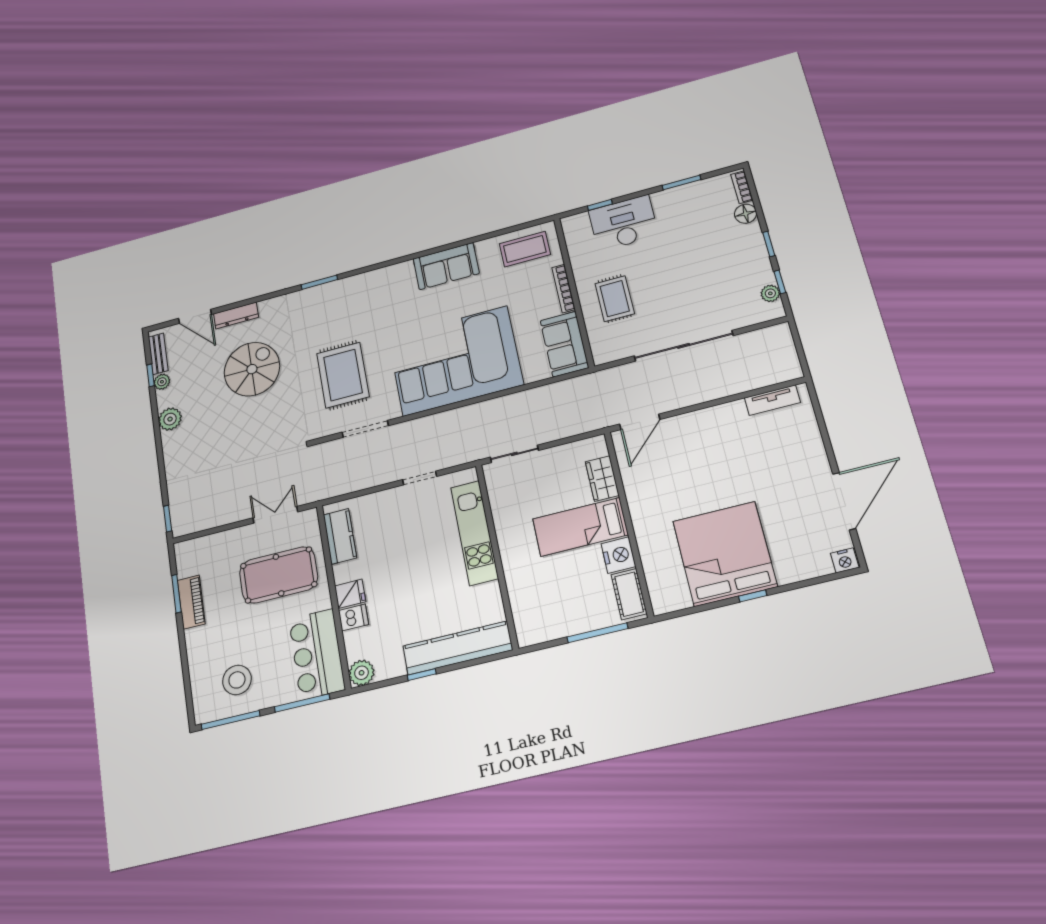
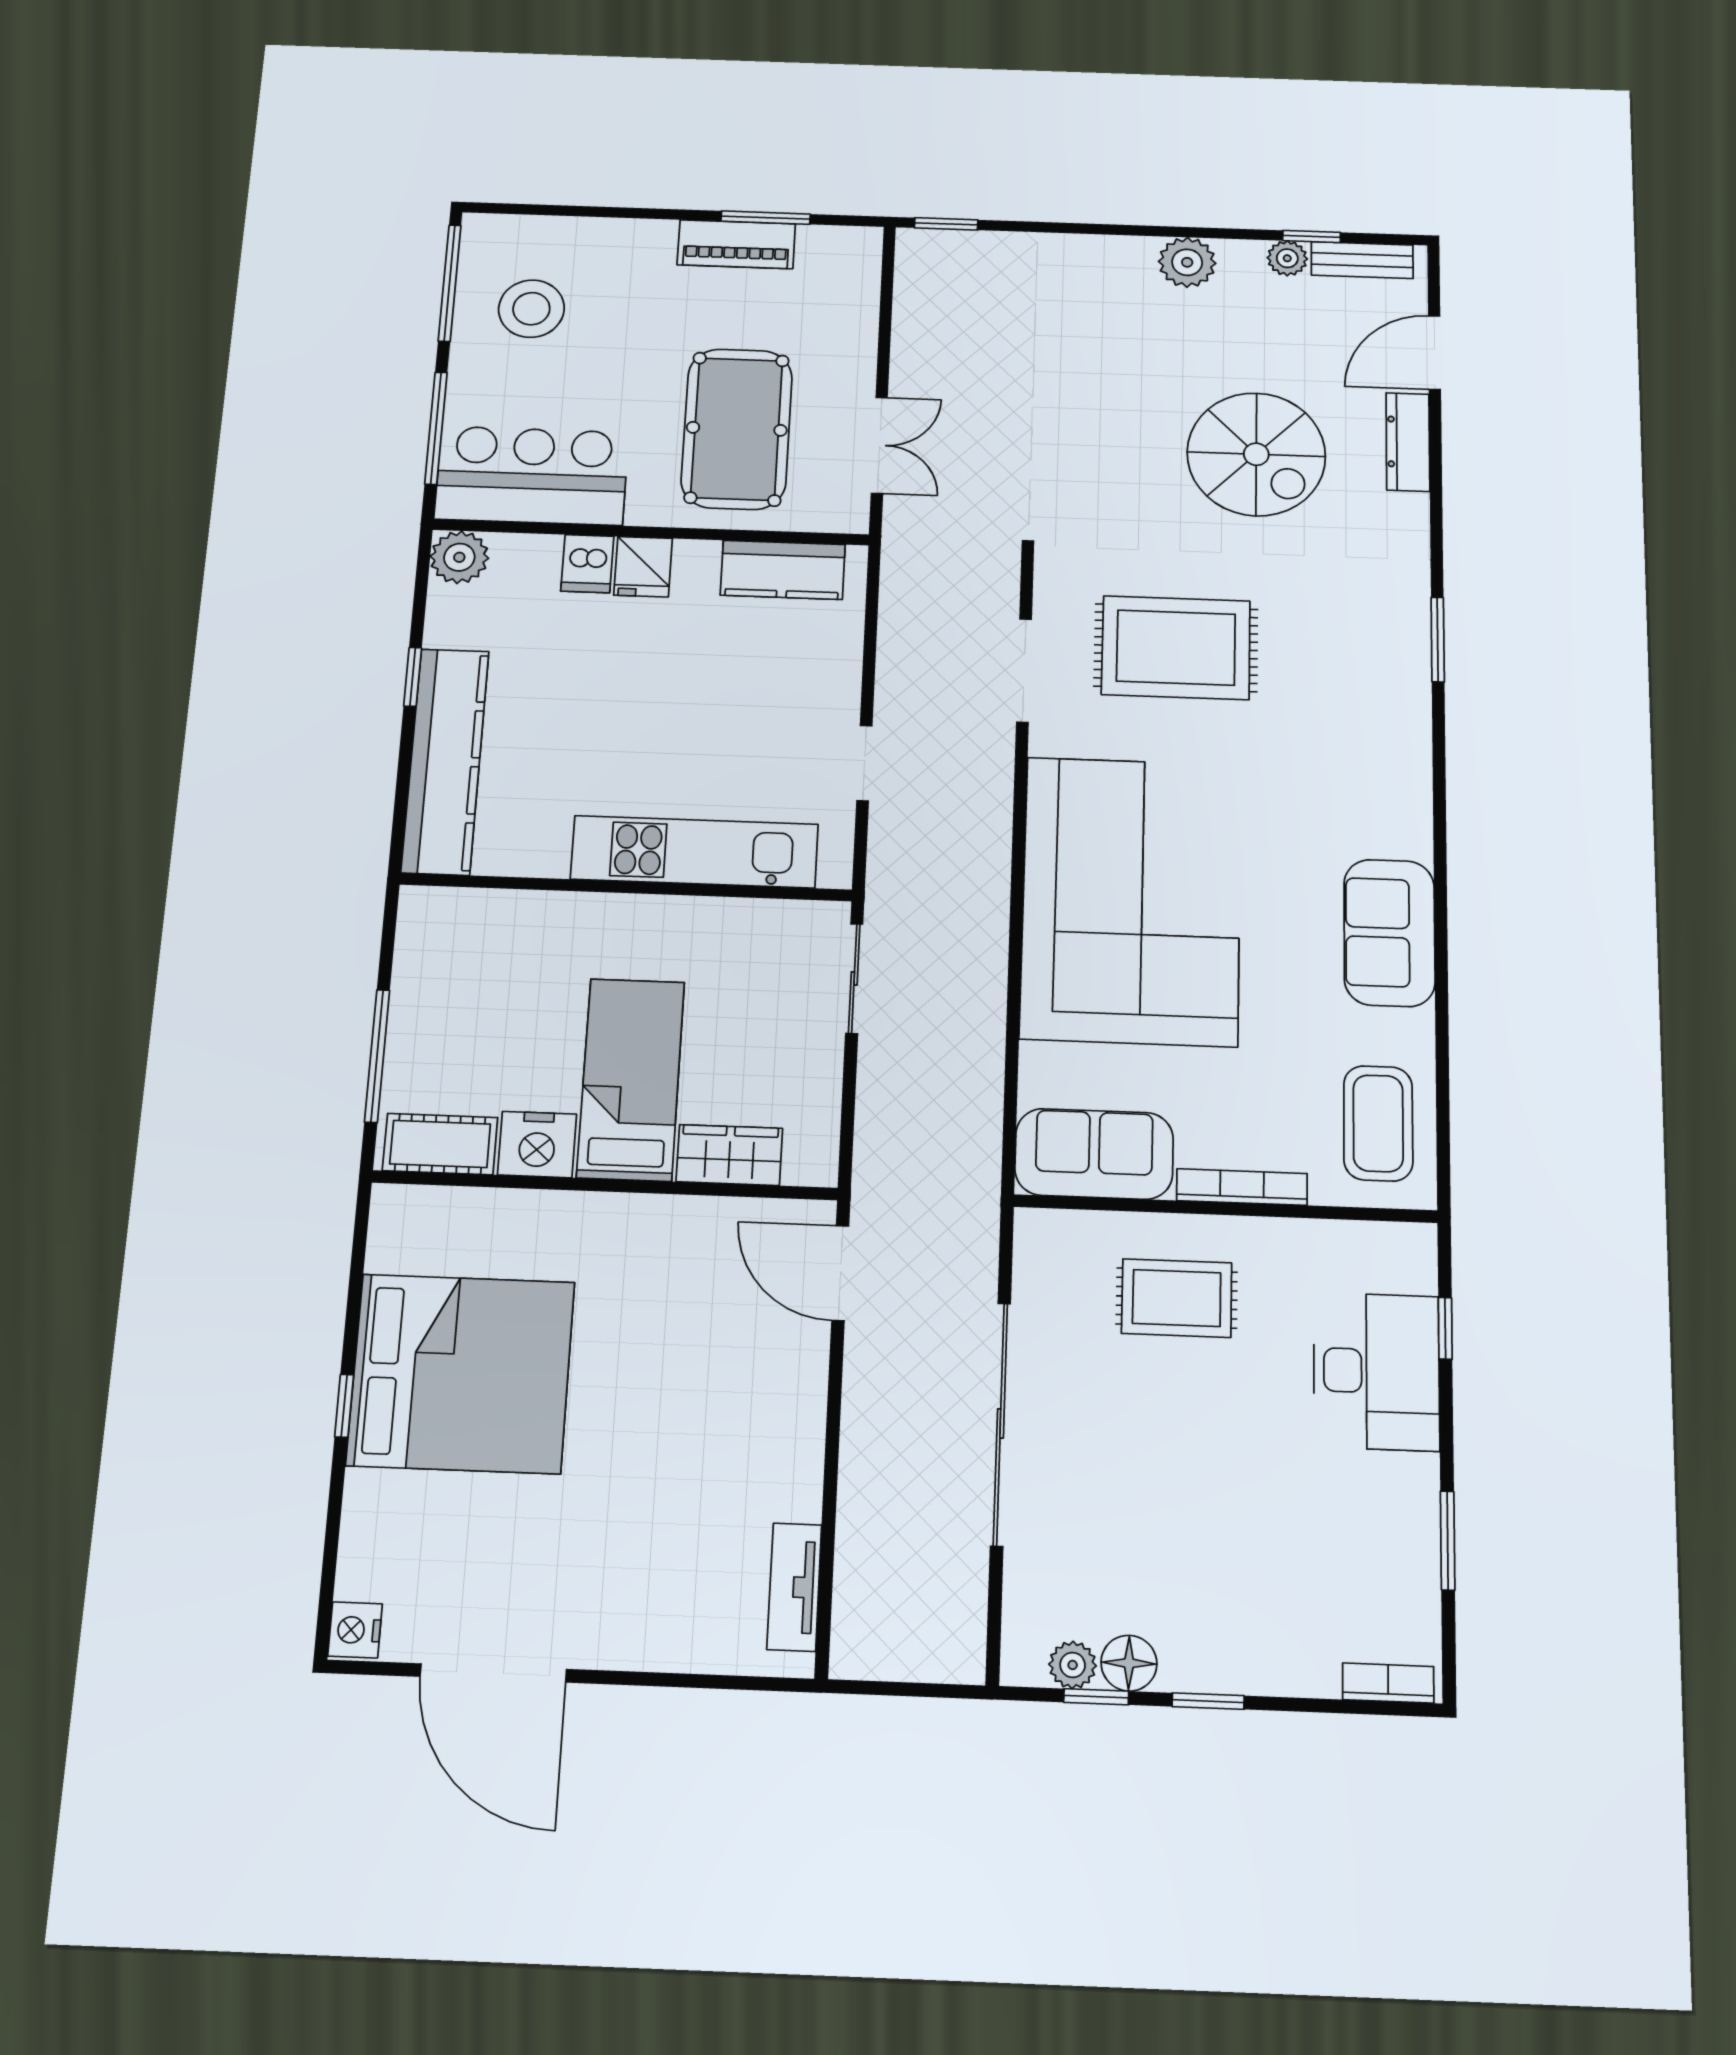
floor lamp: (746, 214) -> (1129, 1663), moved

